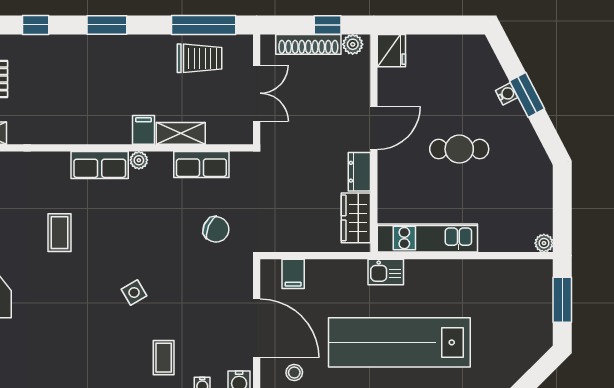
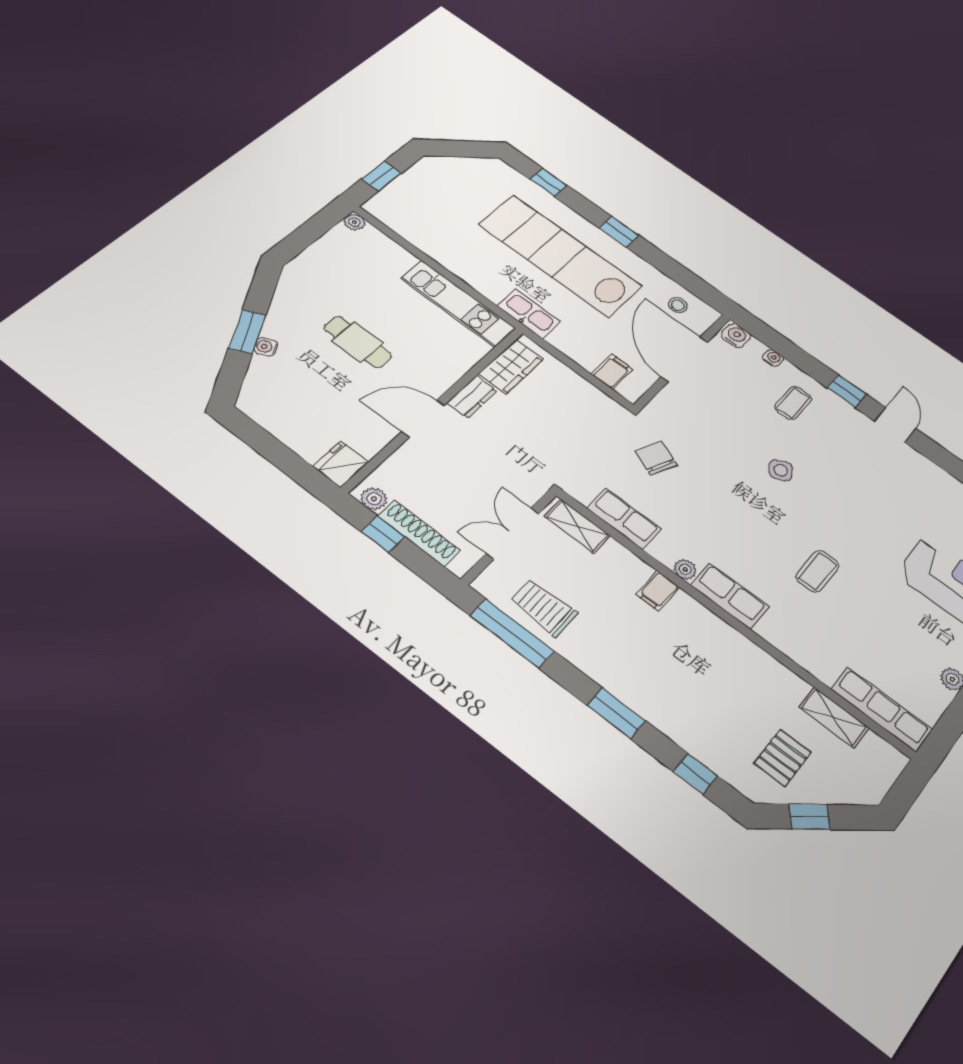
shelving: (181, 133) -> (577, 526), moved
kitchen sink: (386, 272) -> (529, 314), width x1.38
window: (562, 300) -> (381, 176), width x0.67
lab bench: (399, 342) -> (560, 255), turned 180

